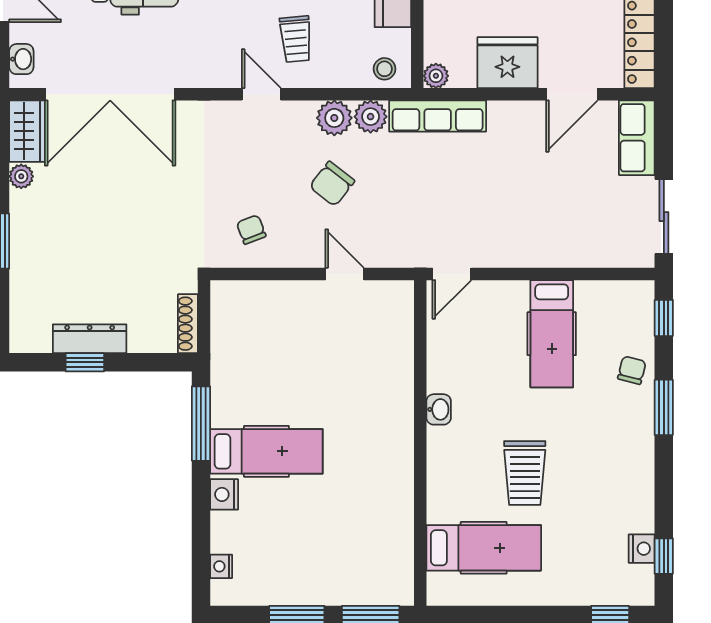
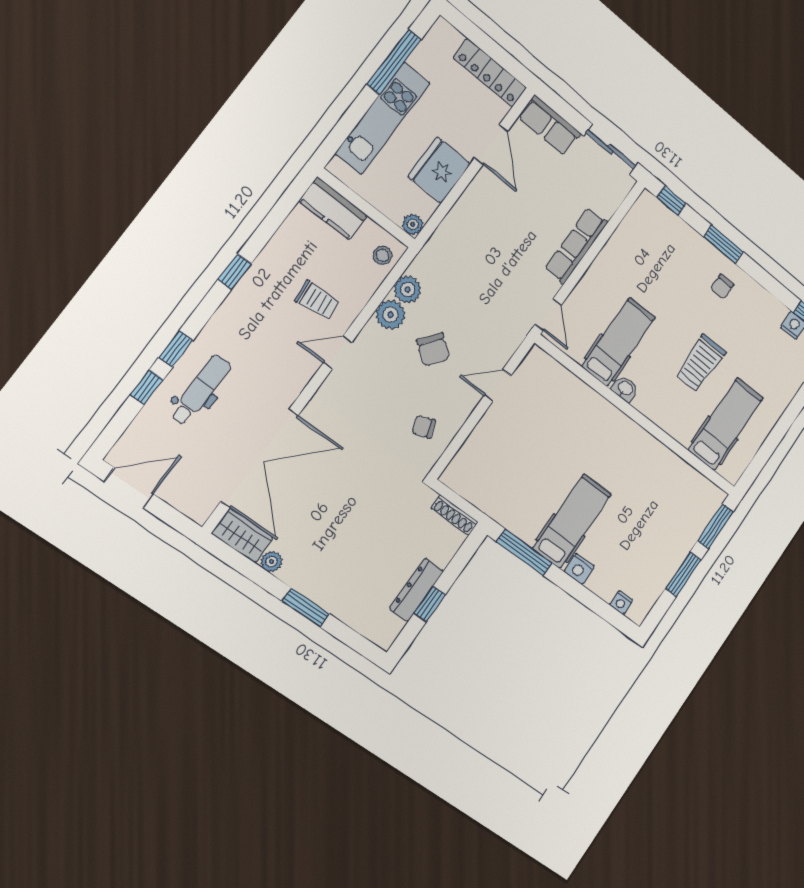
washbasin: (21, 59) -> (187, 504), removed
row of seats: (438, 116) -> (576, 246), moved, turned 180
hospital bed: (552, 334) -> (619, 342), moved, turned -90
chair: (632, 370) -> (722, 287), moved, turned -104
trolley: (525, 473) -> (701, 363), turned 90

